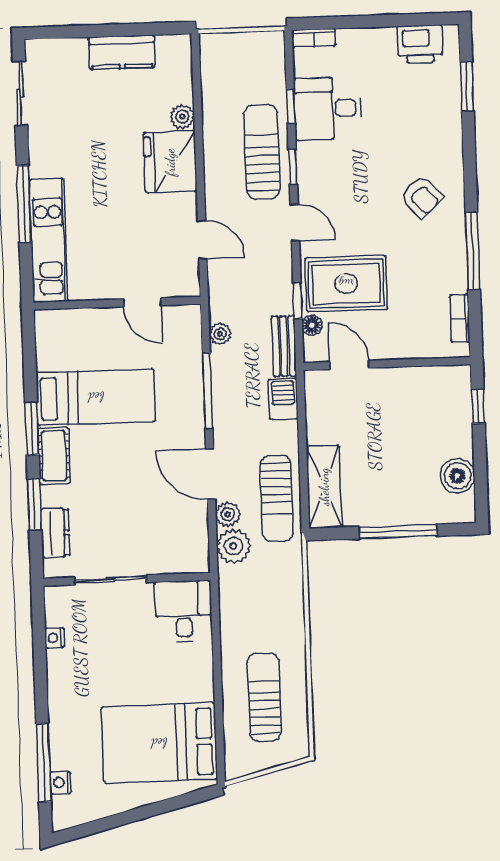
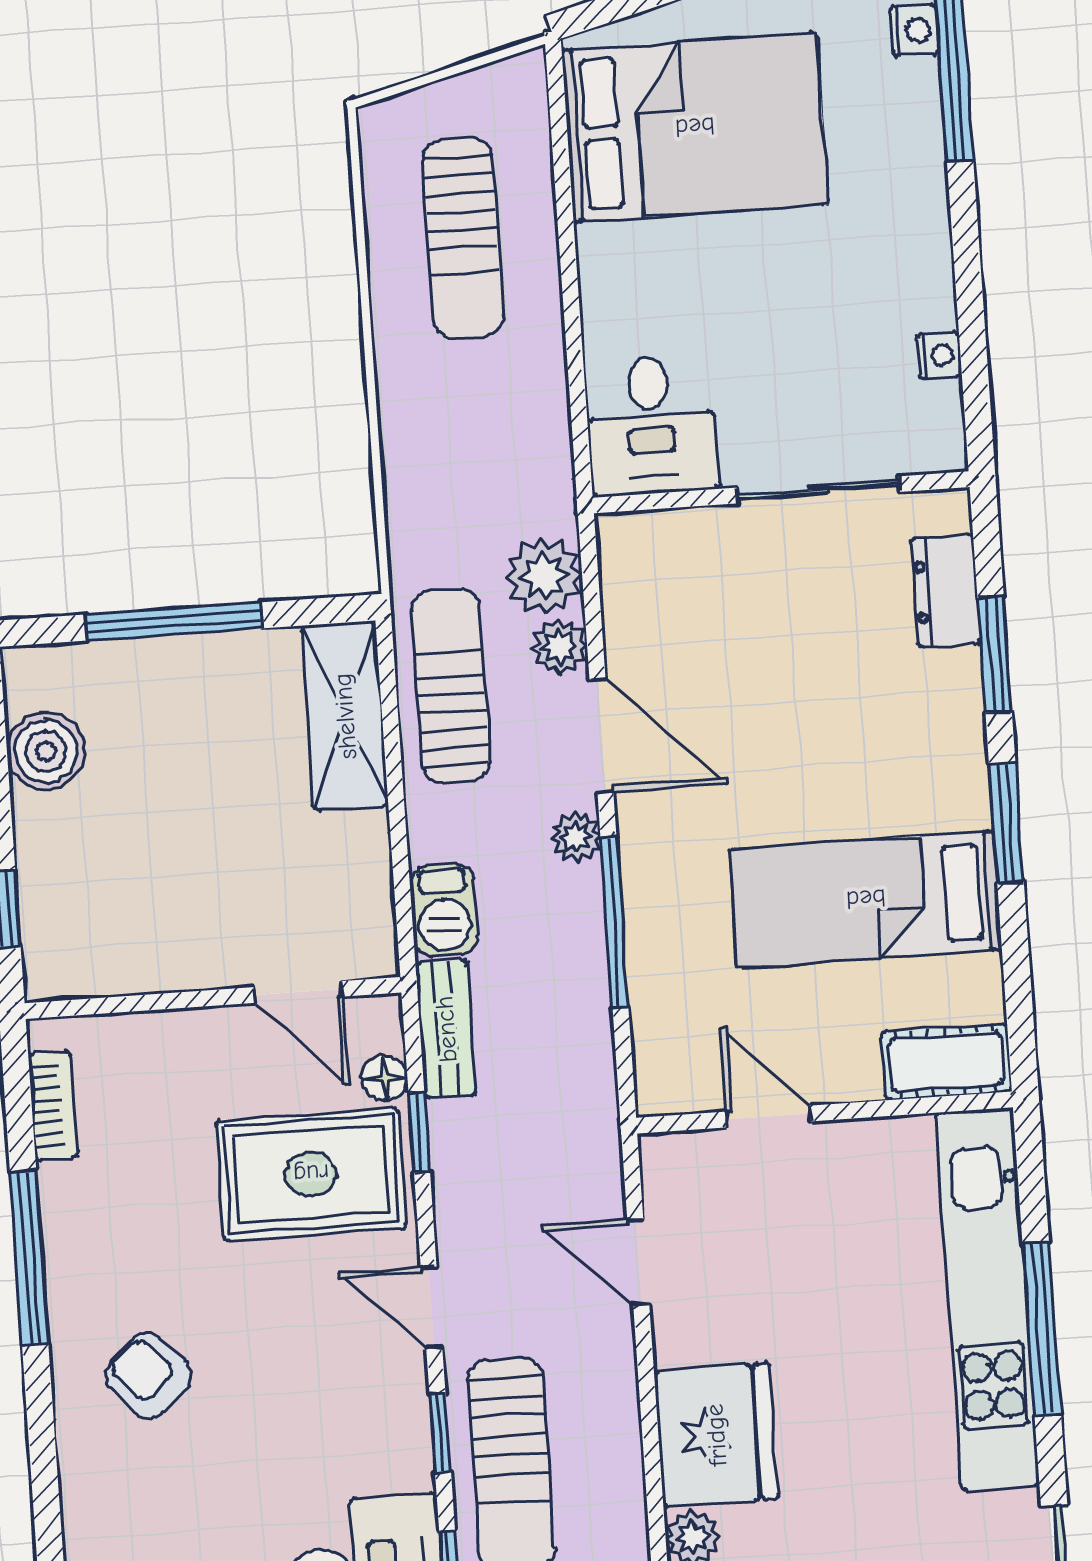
kitchen unit: (48, 240) -> (987, 1299), width x1.36
plant: (220, 334) -> (576, 837), moved
cot: (54, 456) -> (946, 1062), moved, turned 90

